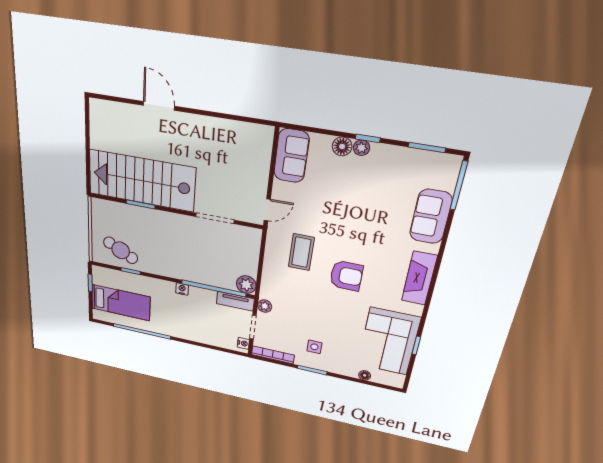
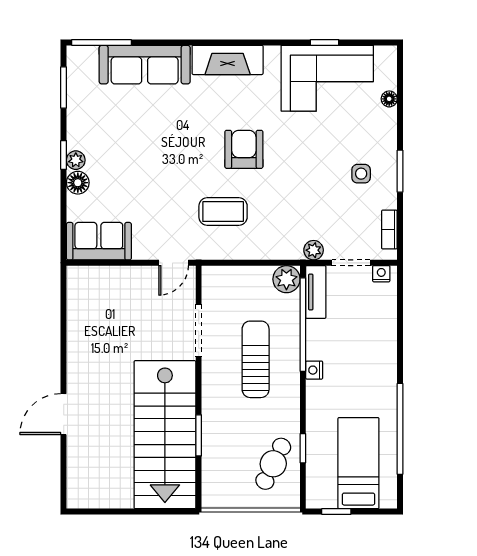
door: (267, 210) -> (174, 263), swing flipped
sofa: (431, 217) -> (145, 65), width x1.36
sun lounger: (192, 253) -> (256, 359), added
bookcase: (273, 355) -> (389, 230), width x0.64

